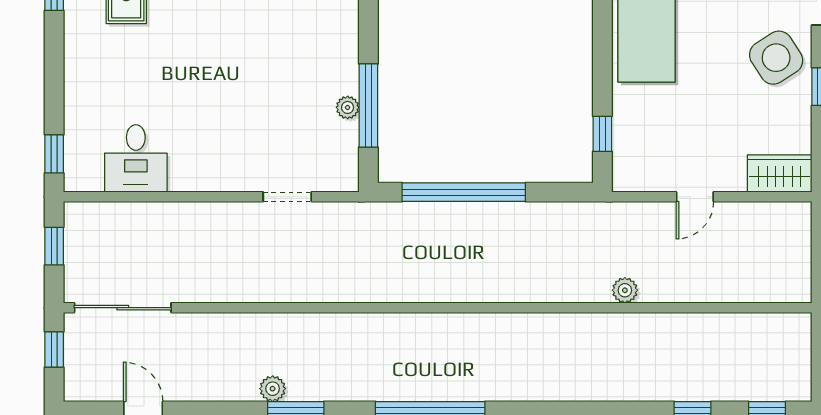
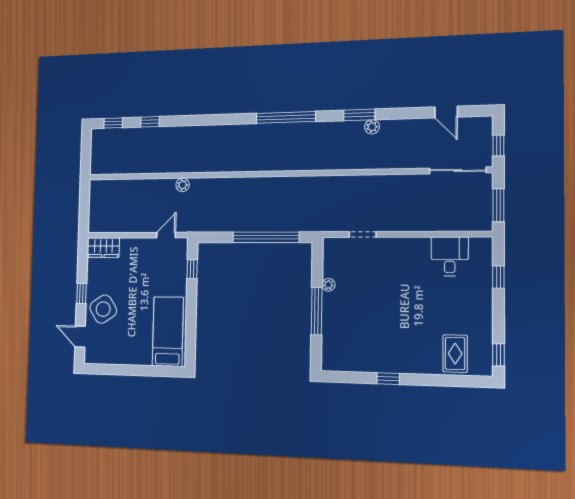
window: (368, 105) -> (317, 311), moved
window: (54, 154) -> (498, 277), moved
door: (695, 197) -> (166, 235), moved
window: (54, 246) -> (498, 205), width x1.50

